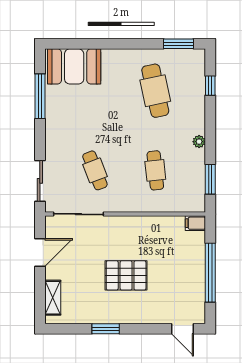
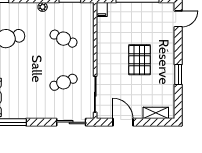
cafe table: (155, 170) -> (64, 39), turned 30

